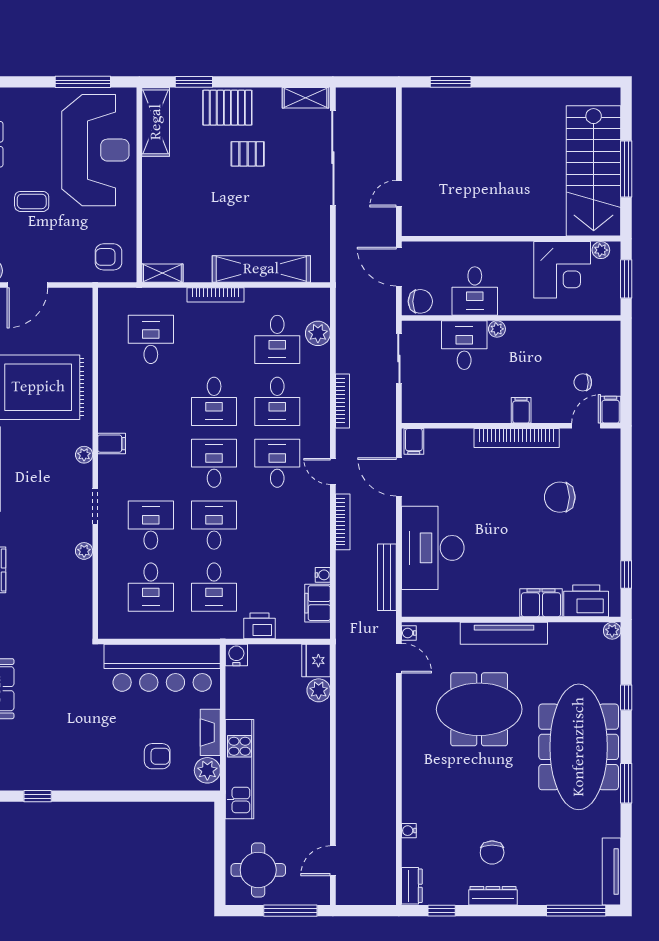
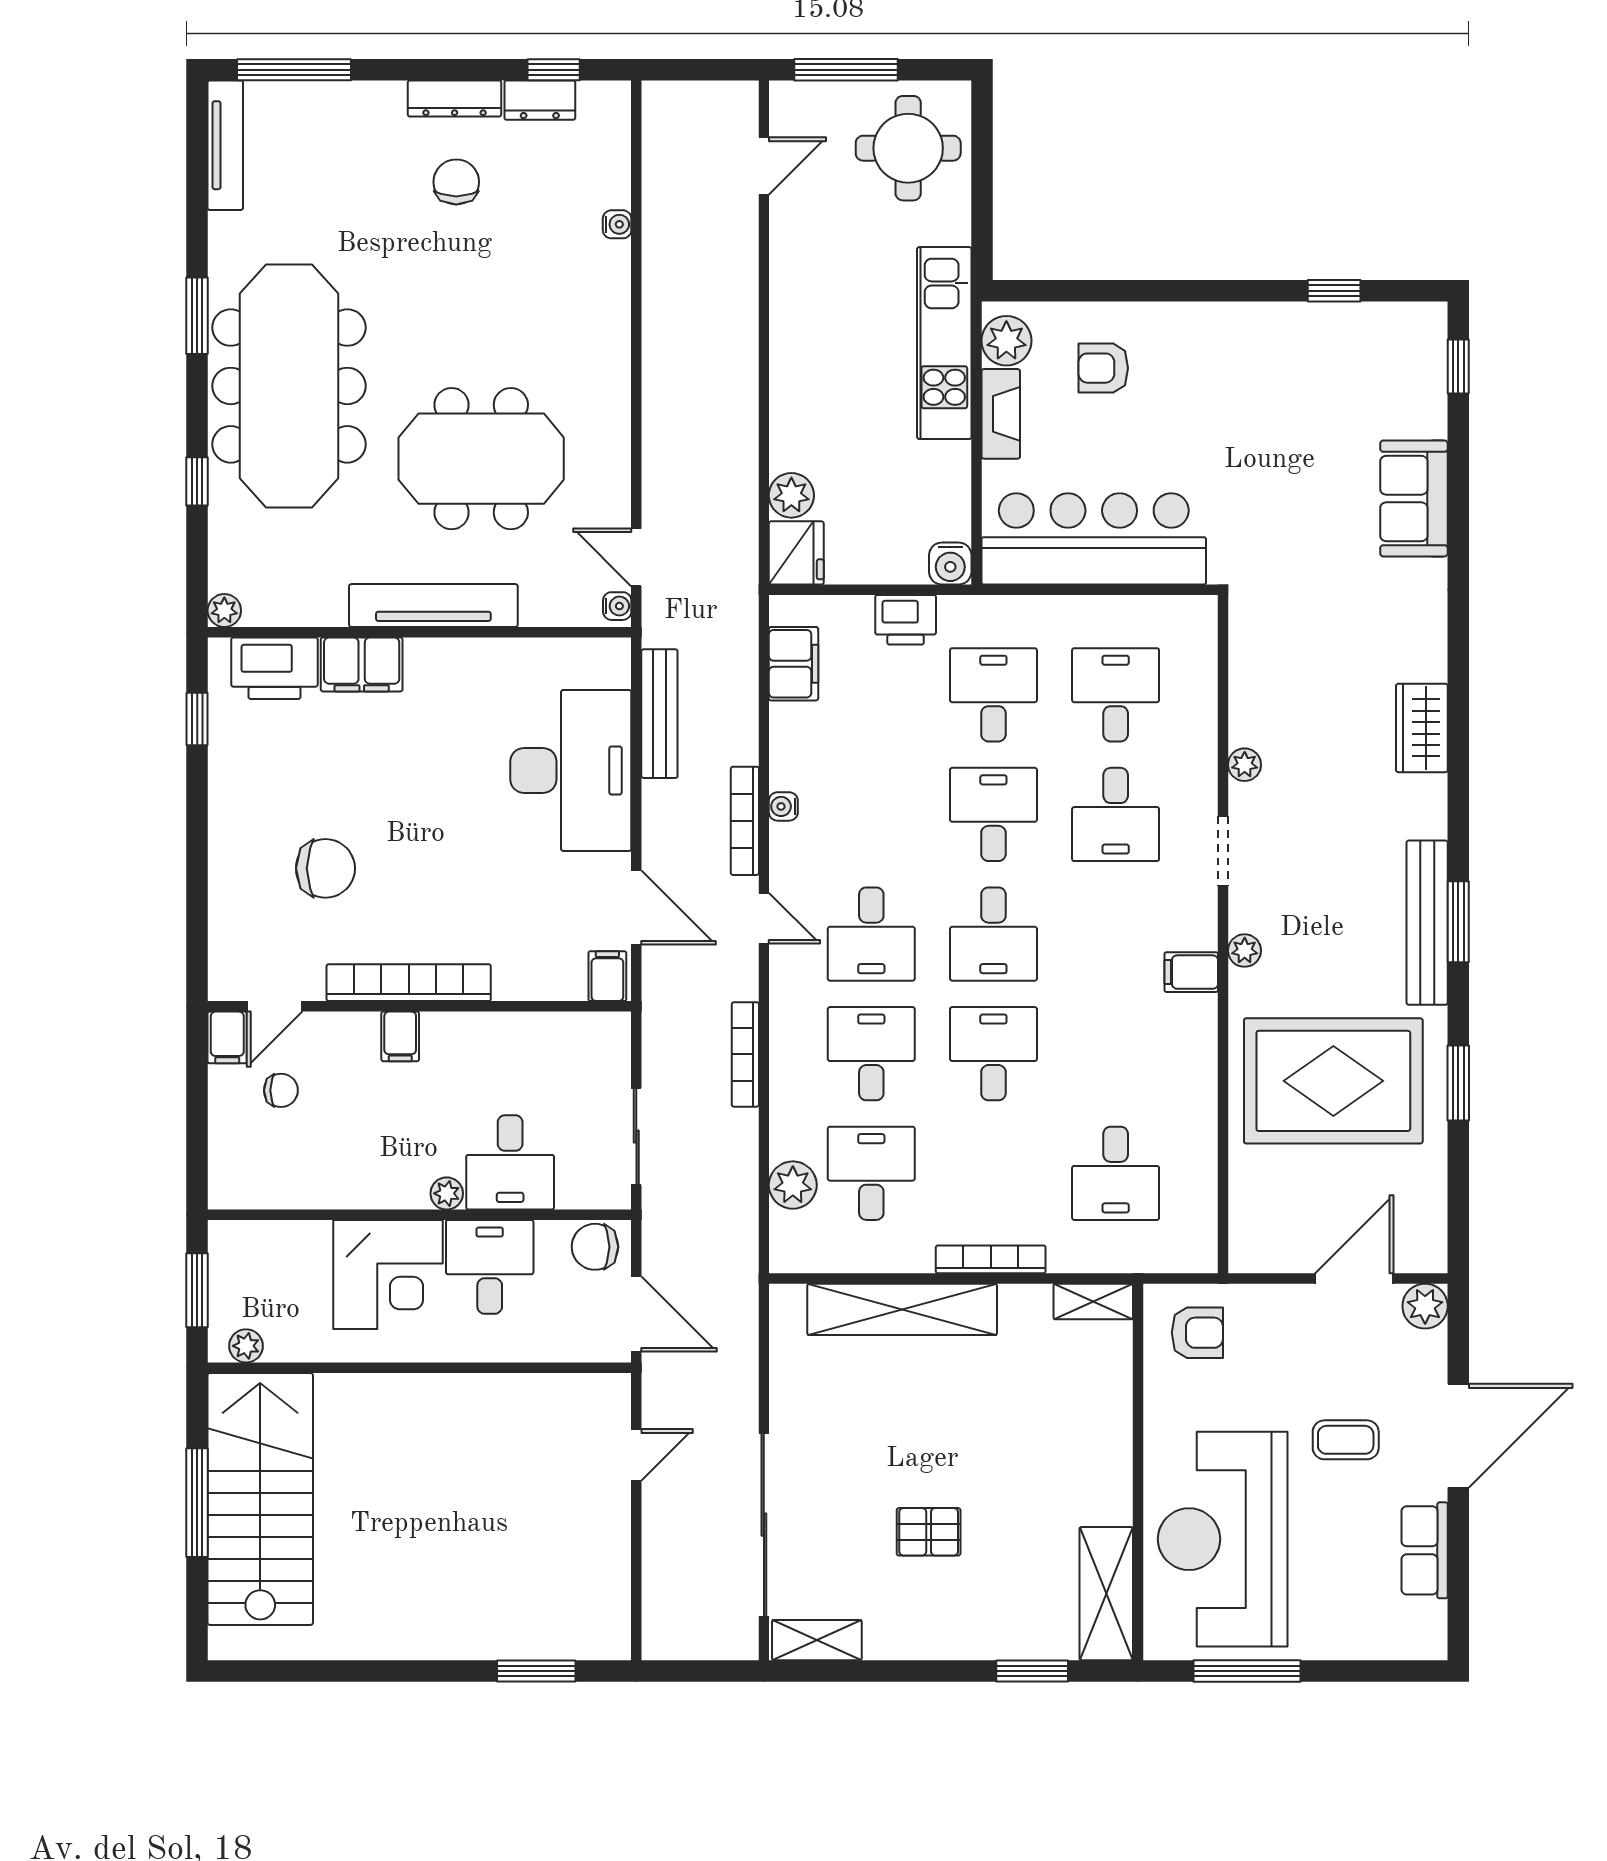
pallet: (227, 108) -> (968, 1621), removed
corner desk: (562, 270) -> (388, 1274), moved, turned 180
desk: (214, 525) -> (993, 814), turned 180
water cooler: (323, 575) -> (783, 806), moved
dresser: (412, 886) -> (540, 100), moved, turned -90

